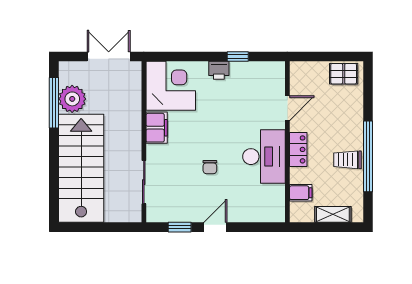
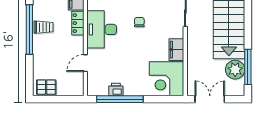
double door: (109, 56) -> (210, 99), swing flipped
window: (238, 56) -> (120, 99), width x3.17
printer: (219, 70) -> (116, 90), moved
locker: (298, 149) -> (78, 23), moved

